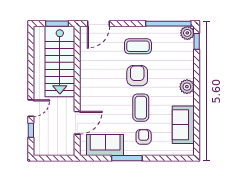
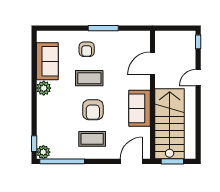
plant: (187, 87) -> (44, 88), moved
coffee table: (141, 108) -> (89, 78), turned 90
window: (31, 130) -> (198, 42), moved
sofa: (105, 145) -> (139, 108), moved, turned 90

